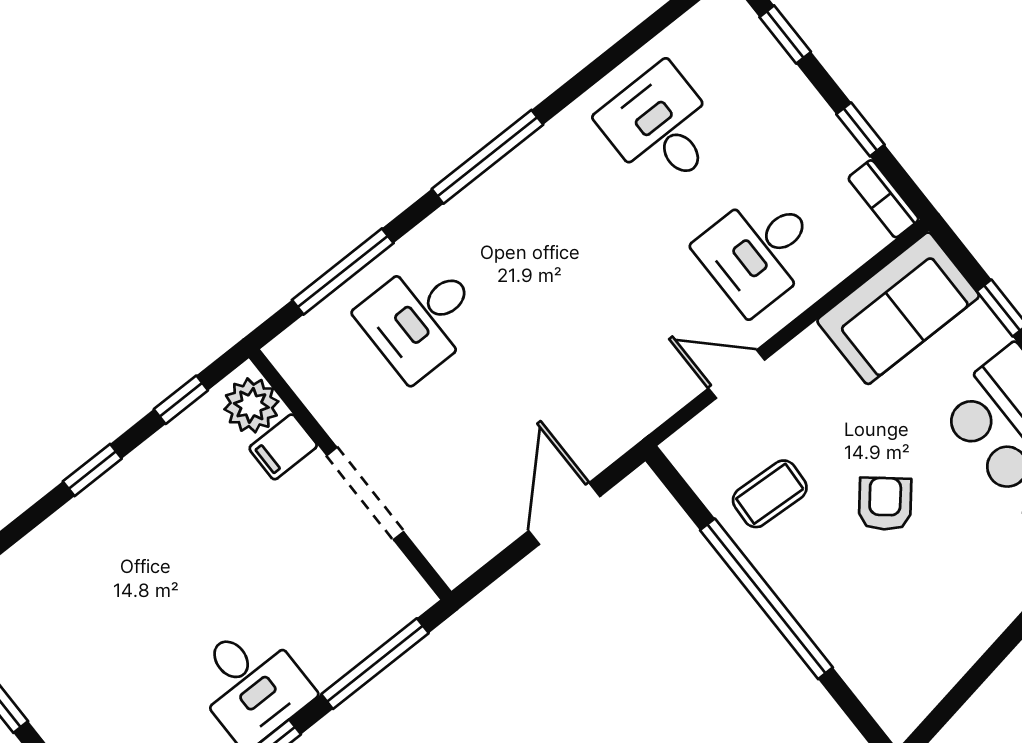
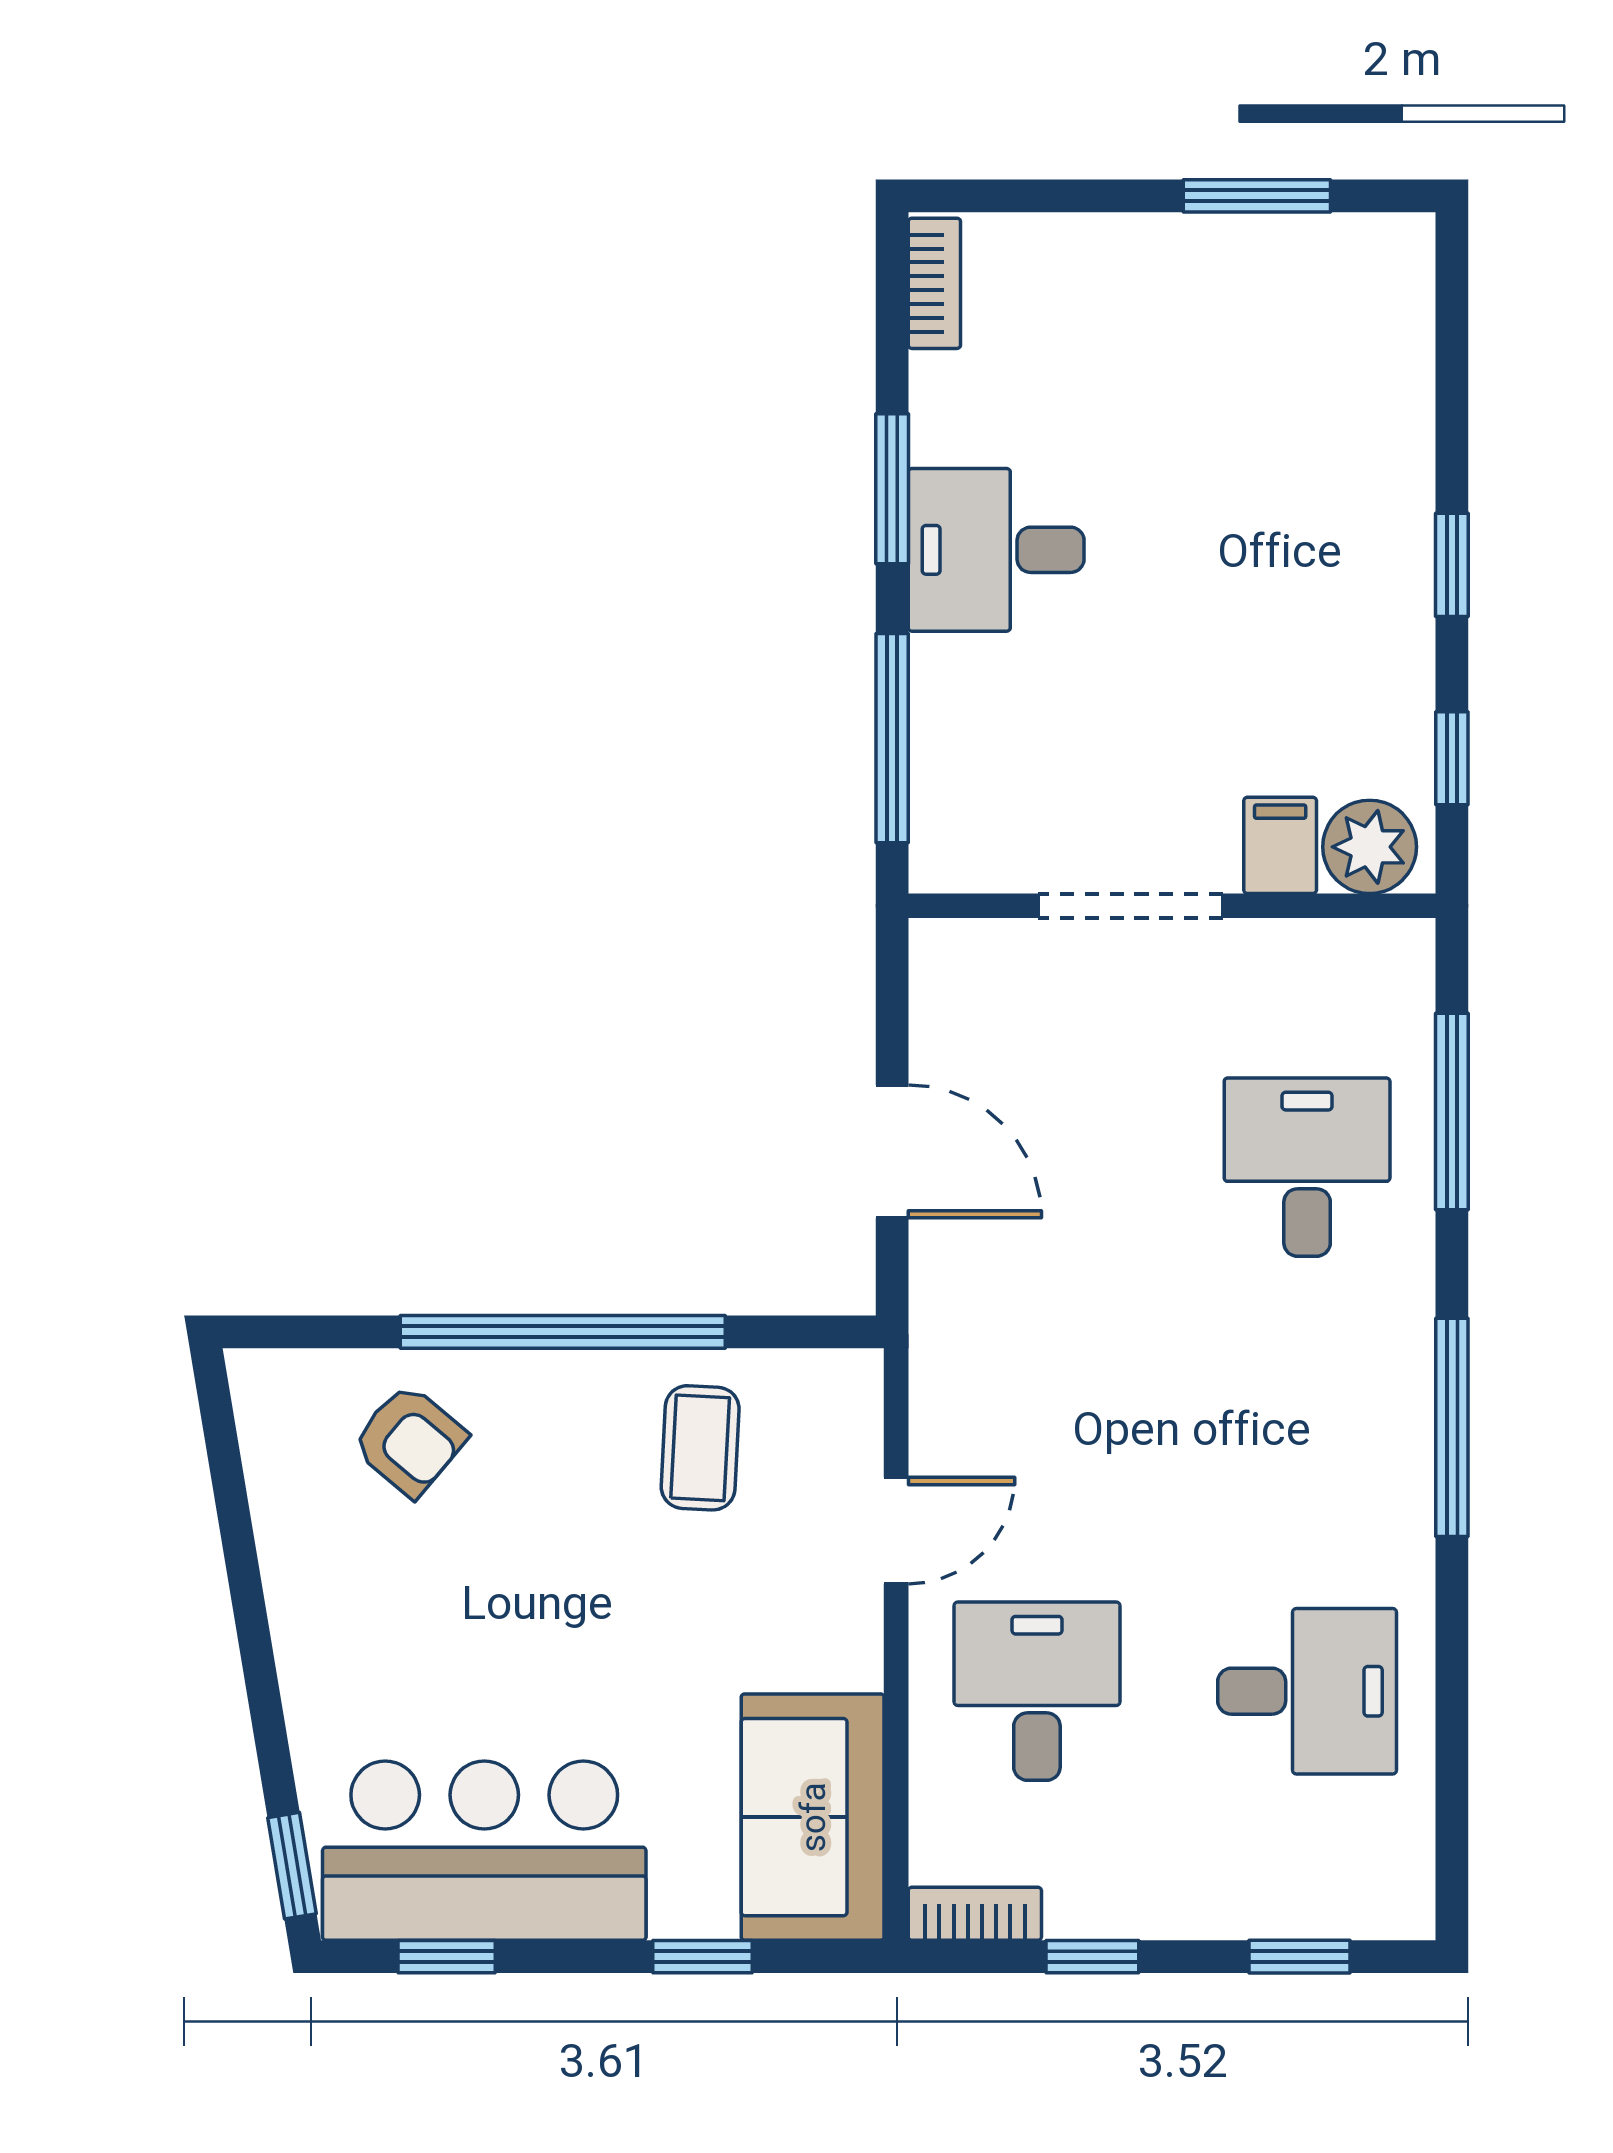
armchair: (885, 504) -> (409, 1440), moved

